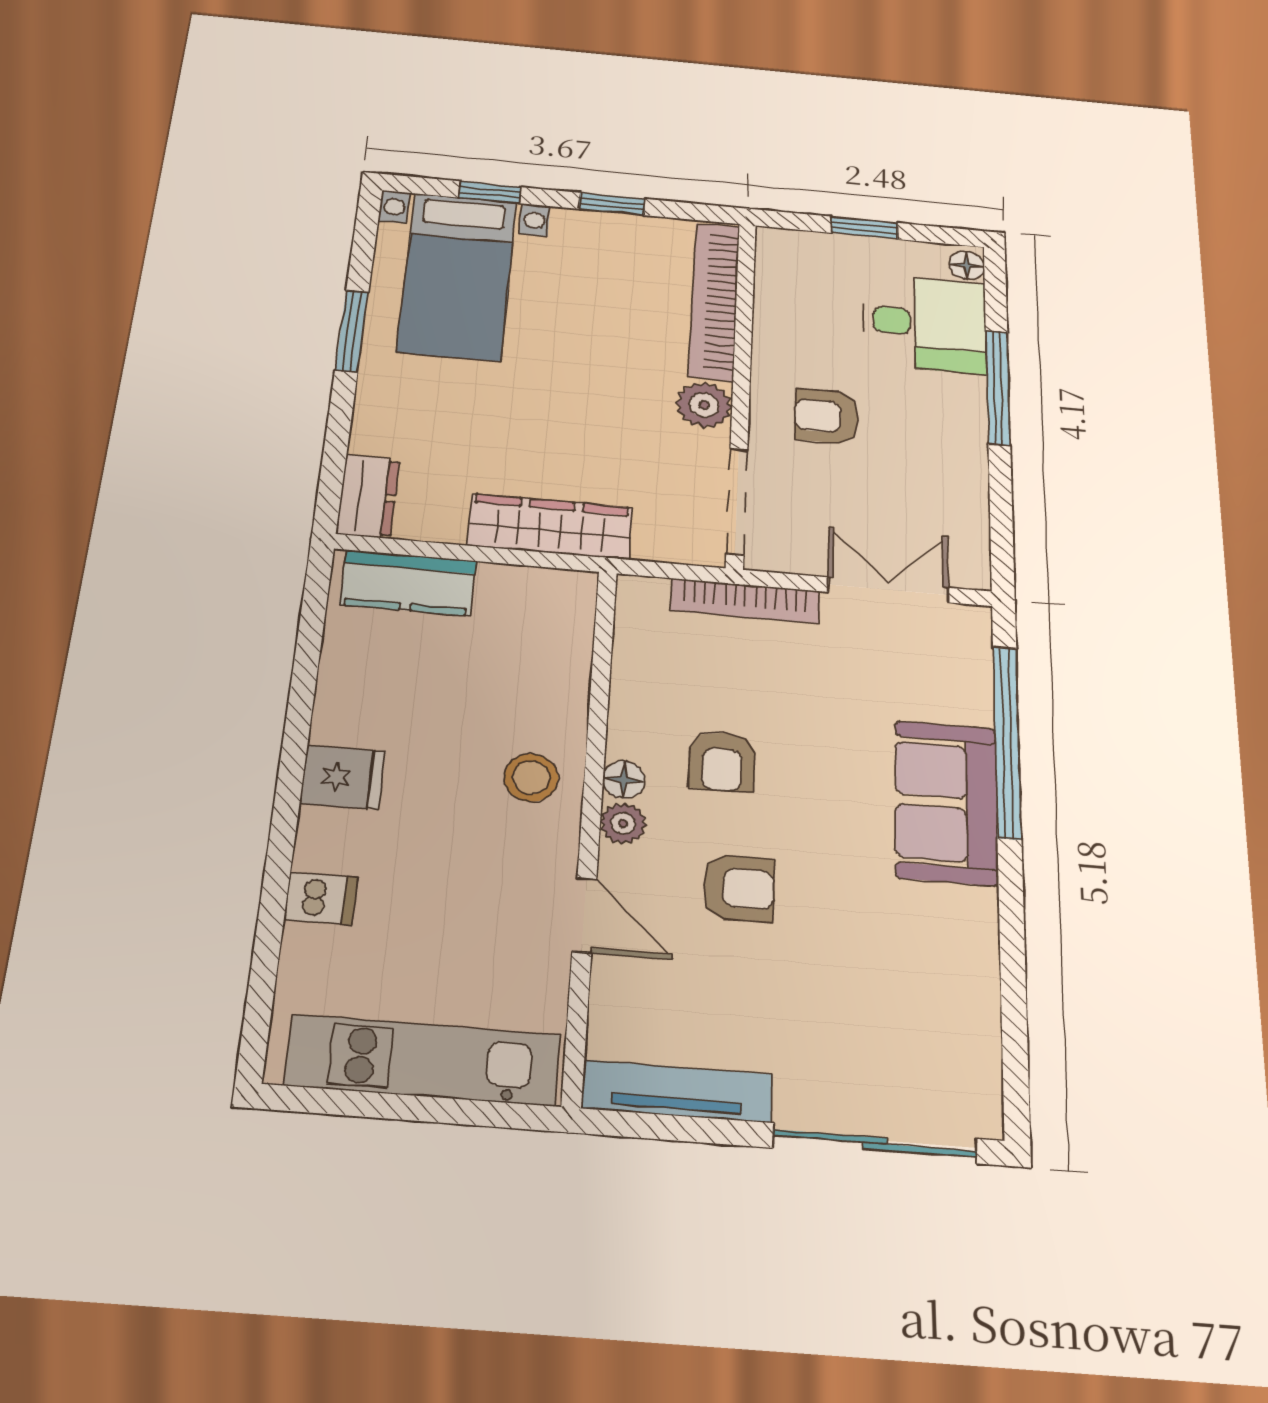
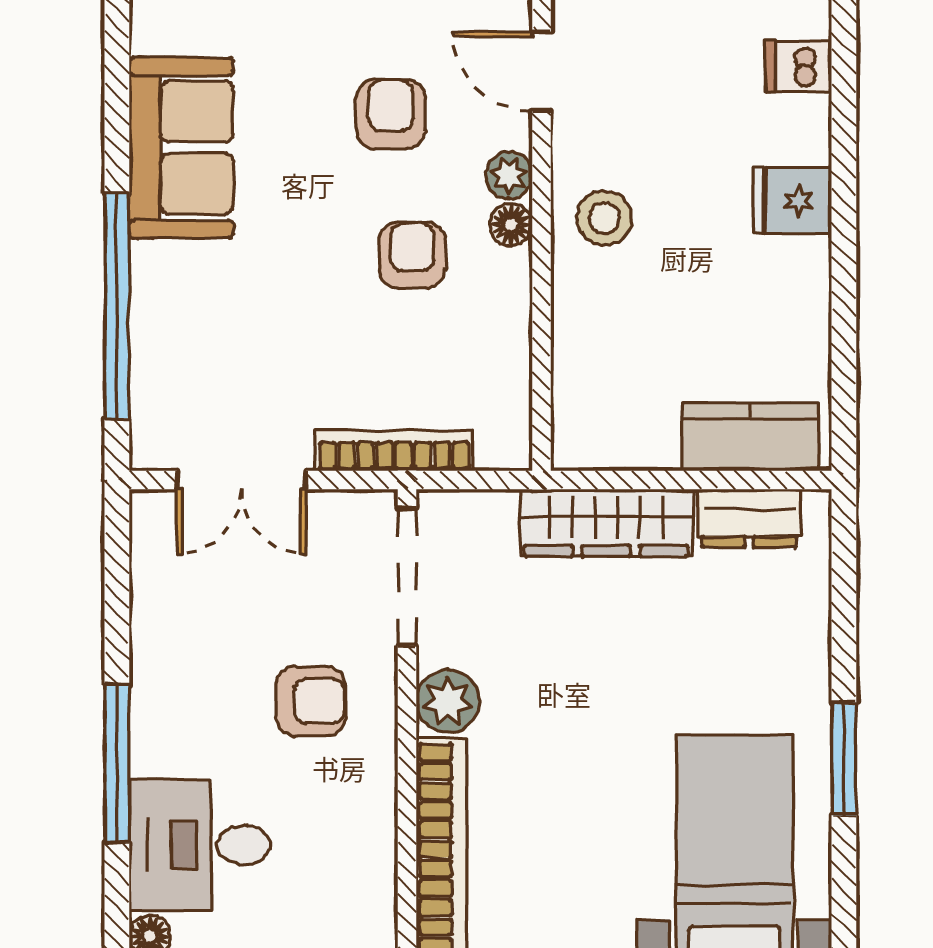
dresser: (368, 496) -> (749, 518), moved, turned -90
sofa: (946, 802) -> (181, 148), moved
armchair: (739, 888) -> (391, 114), turned 90

